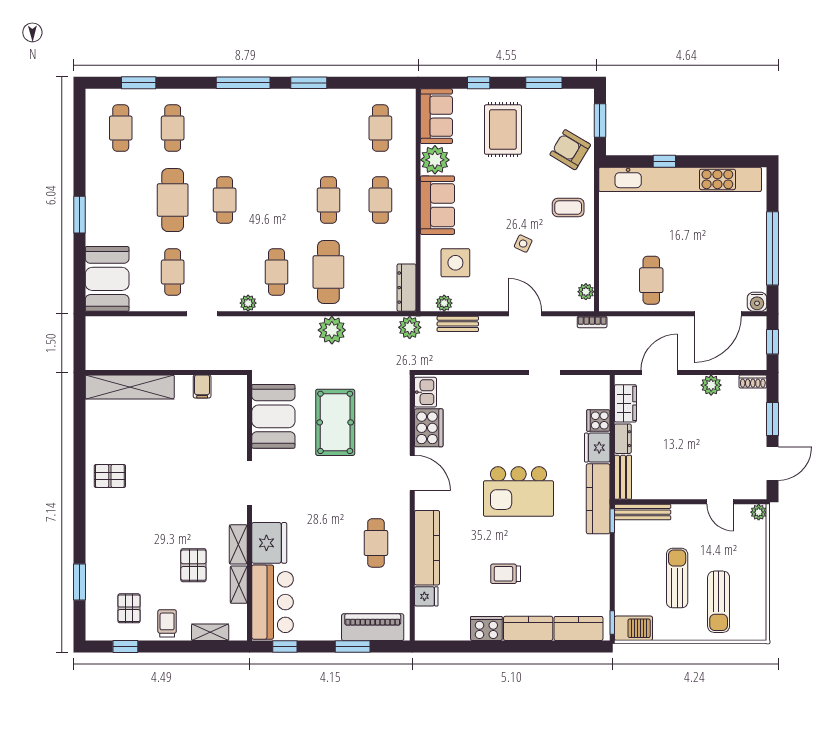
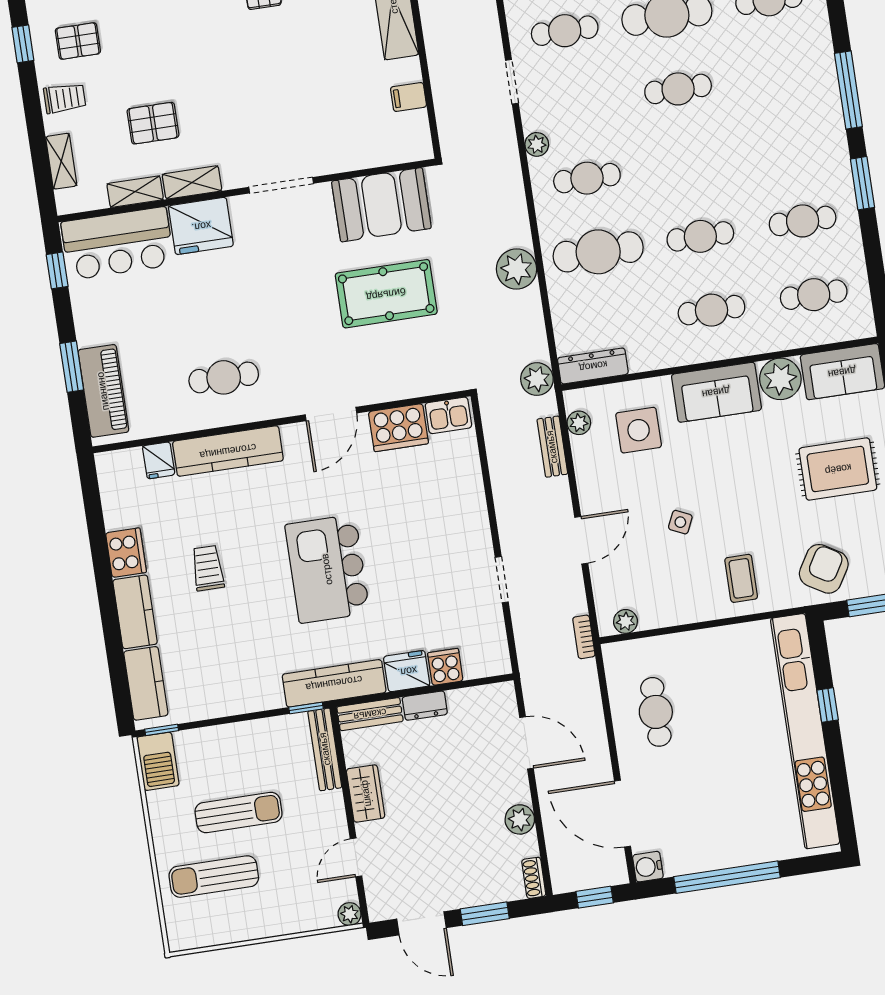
cafe table: (328, 128) -> (803, 221), added
cafe table: (651, 280) -> (656, 712), turned 90
wardrobe: (625, 403) -> (366, 793), moved, turned -90

